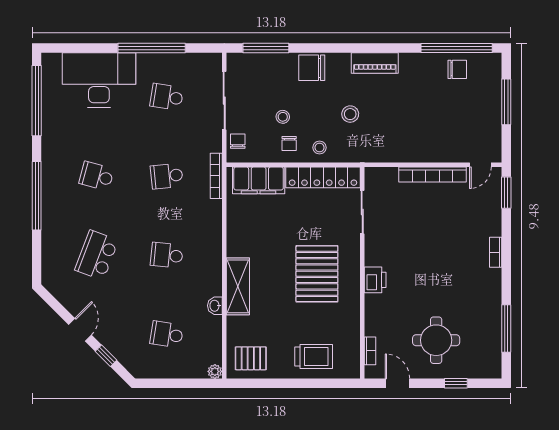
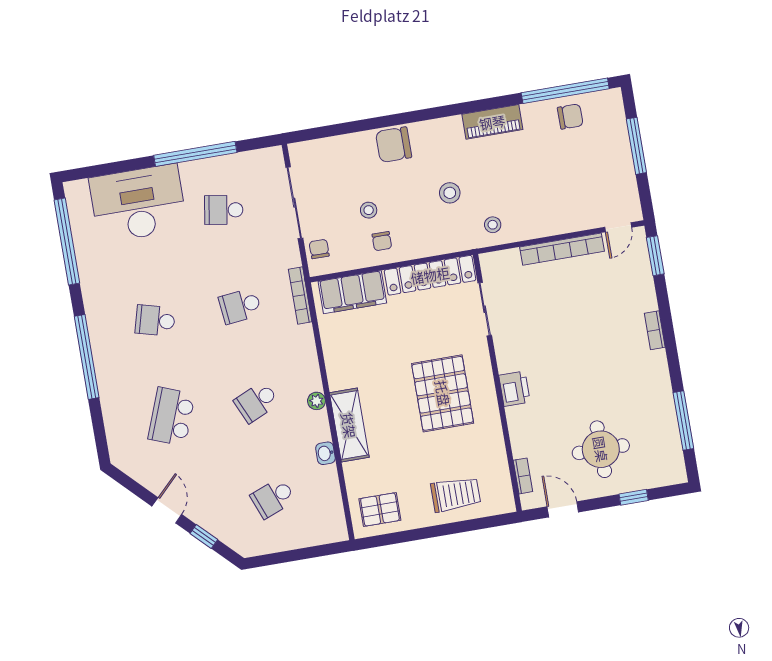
window: (266, 48) -> (334, 130), removed
piano: (375, 63) -> (492, 122), moved
stool: (320, 148) -> (493, 225), moved
school desk: (167, 255) -> (257, 402), turned -30
school desk: (167, 334) -> (273, 498), turned -30
plant: (215, 371) -> (316, 401), moved

